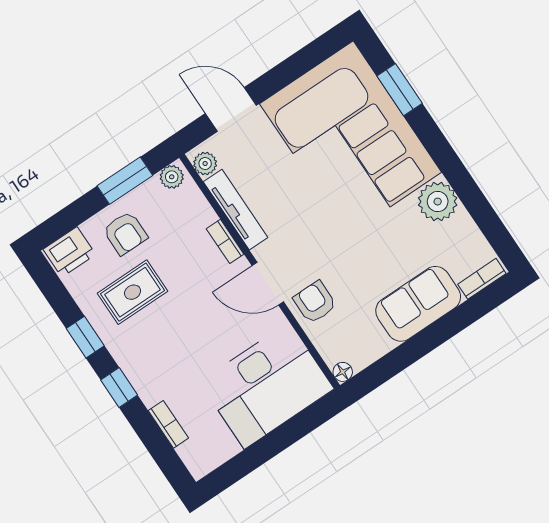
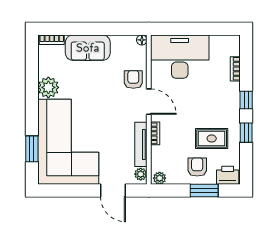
window: (125, 181) -> (204, 191), moved
armchair: (315, 302) -> (133, 79), turned 180

